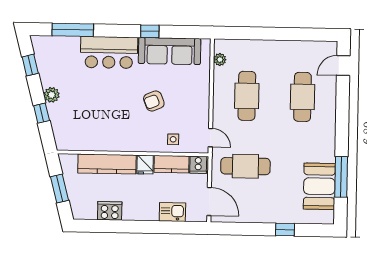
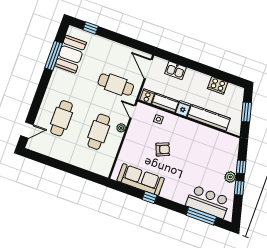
bar counter: (109, 52) -> (208, 202), moved
plant: (220, 60) -> (121, 128), moved
window: (30, 65) -> (239, 188), moved
window: (285, 230) -> (91, 28), moved

